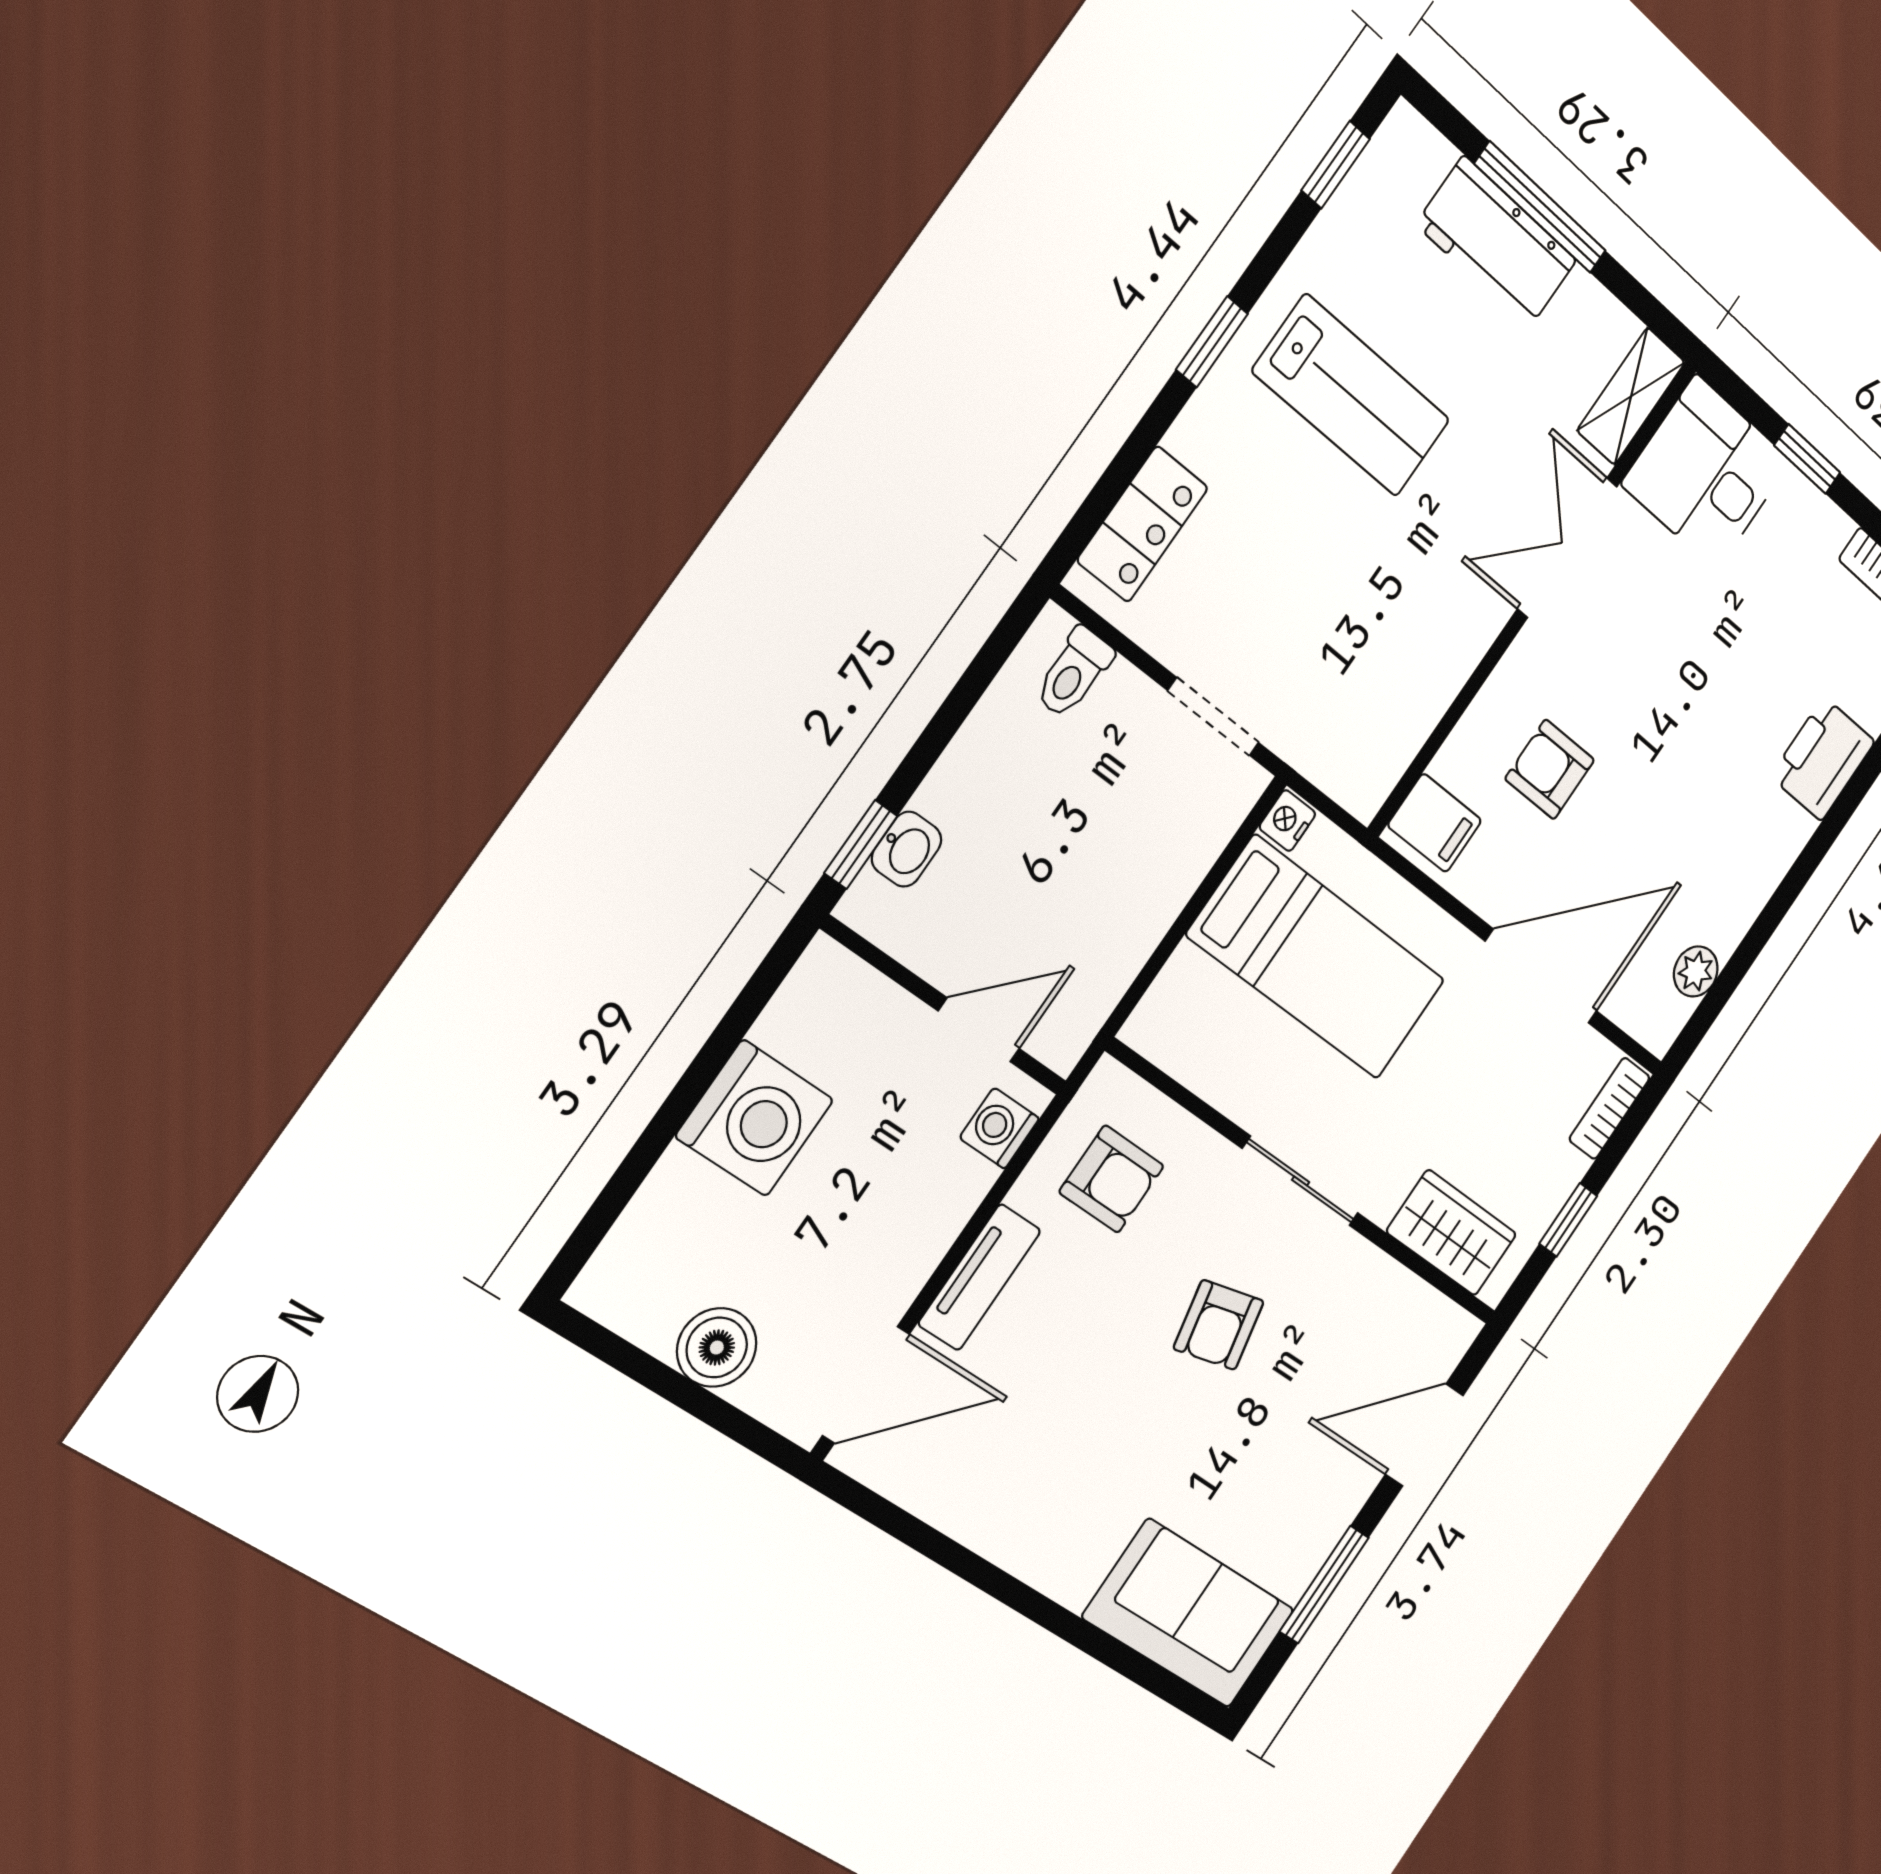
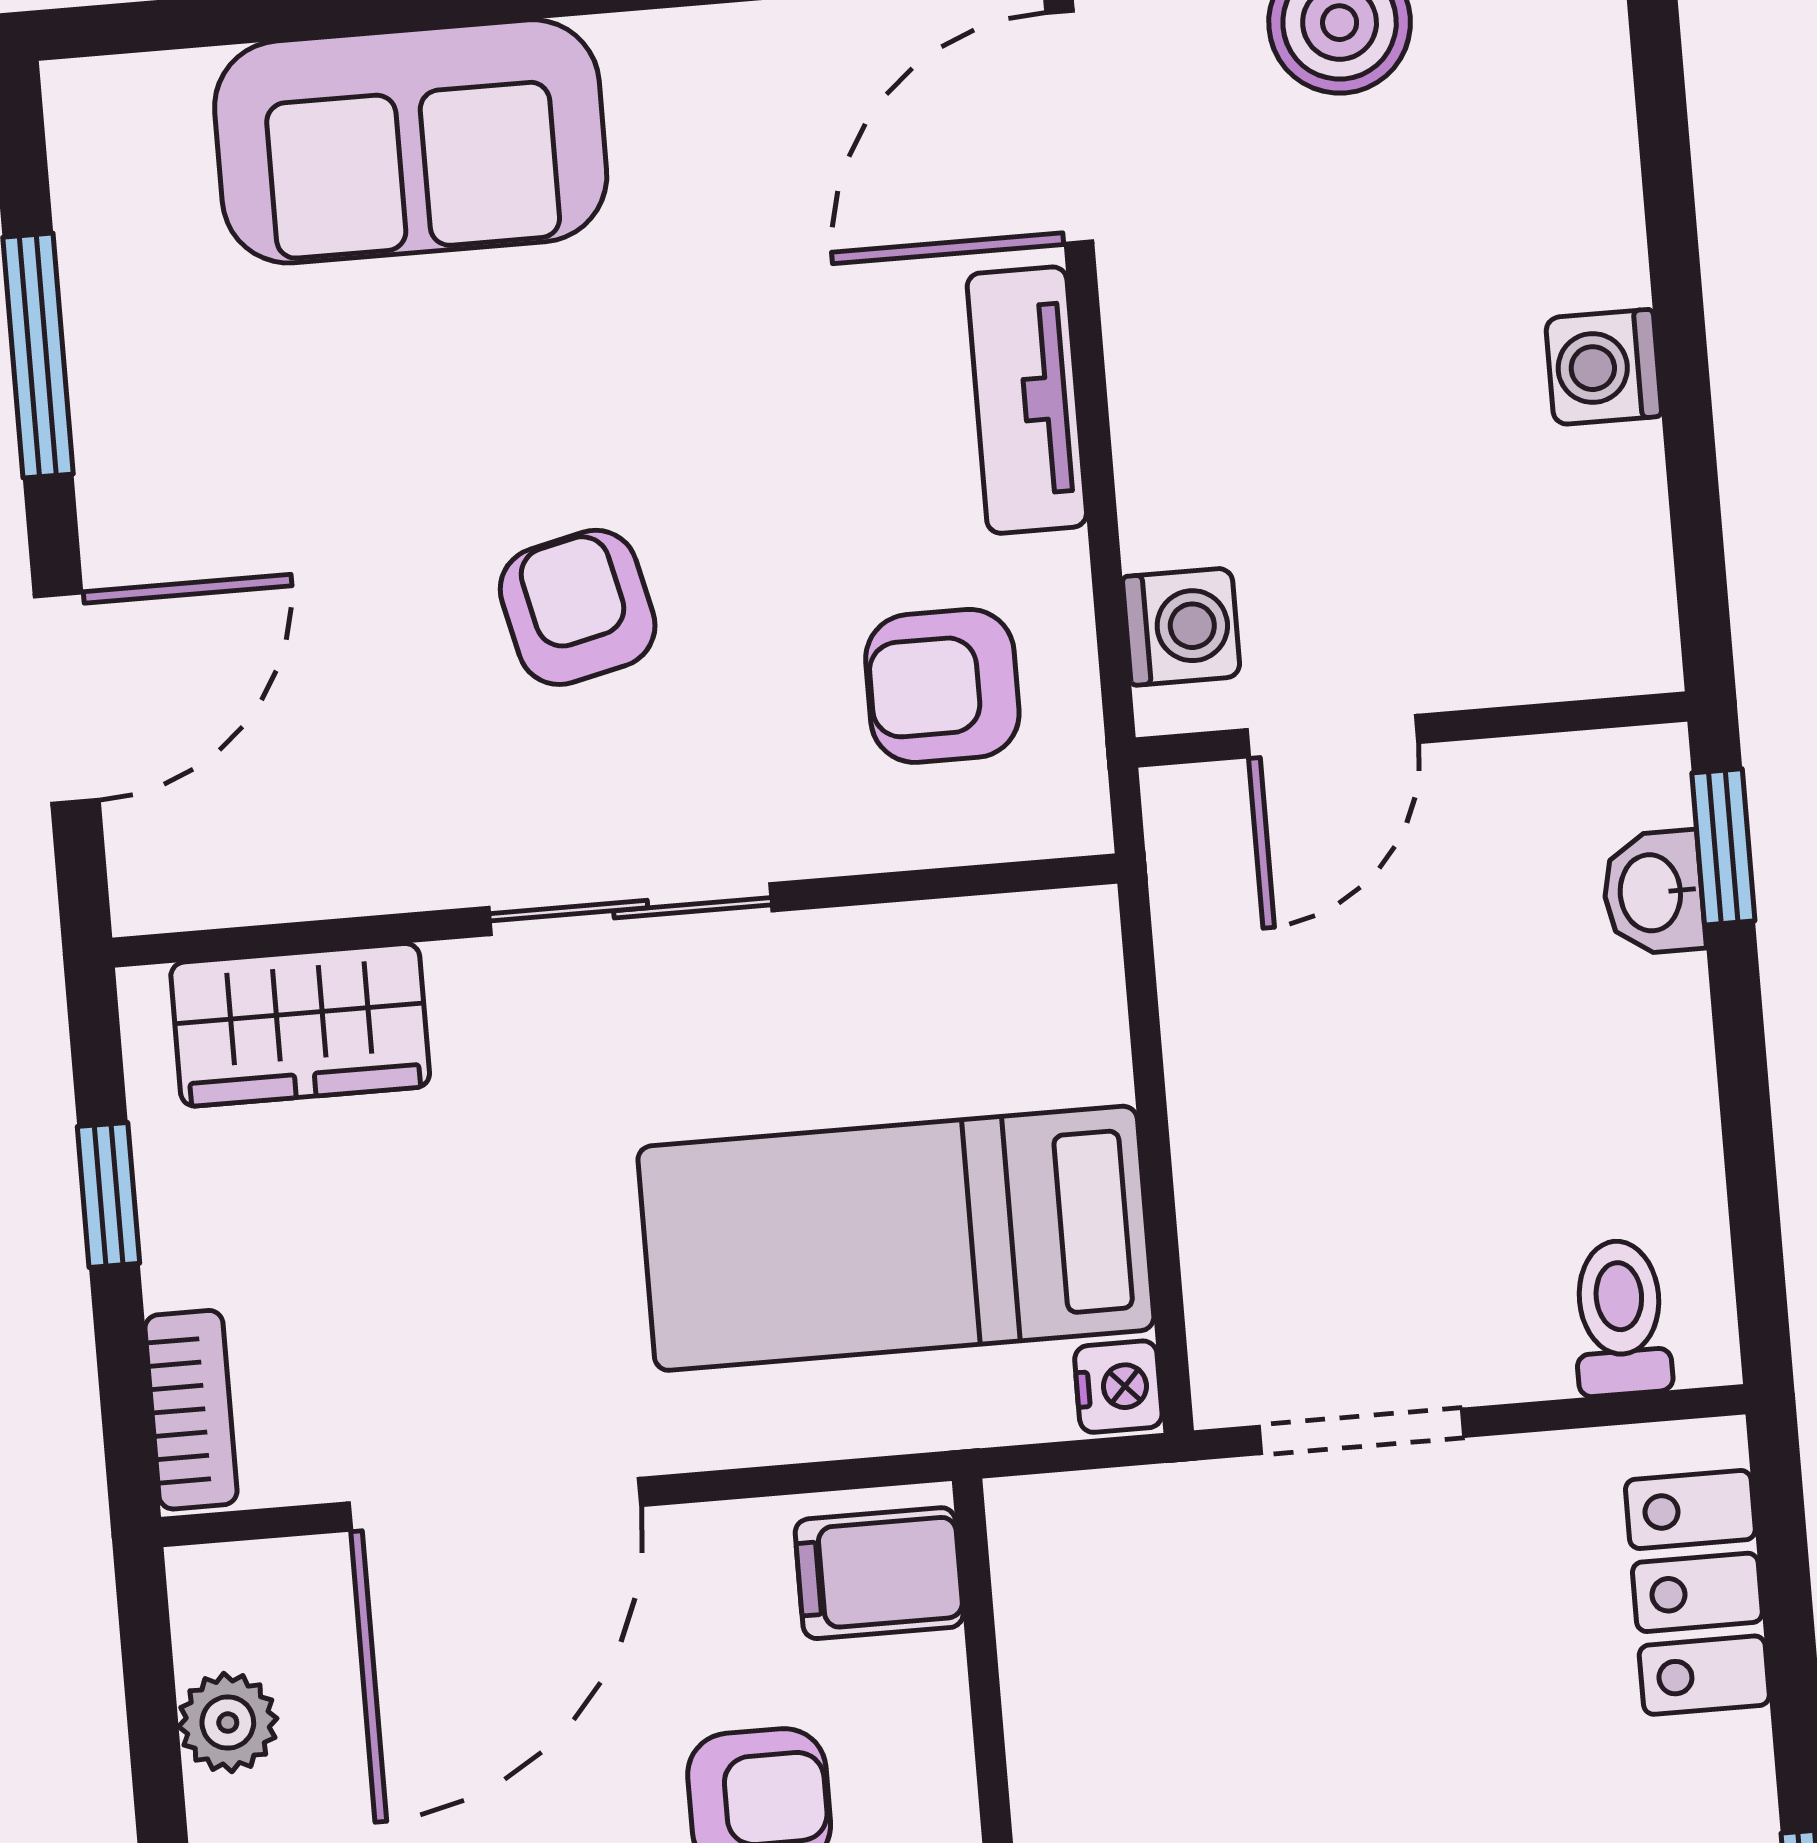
washing machine: (755, 1118) -> (1604, 367), width x0.53, depth x0.53
sofa: (1189, 1613) -> (411, 141), moved

